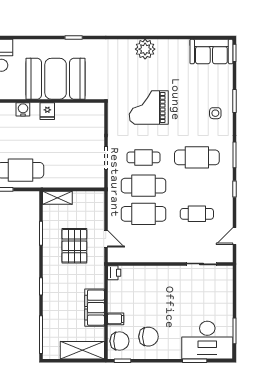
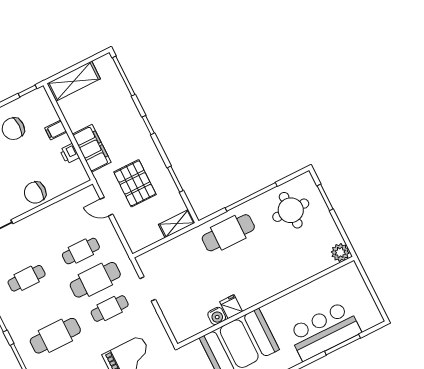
water cooler: (23, 109) -> (217, 316), moved
cafe table: (143, 214) -> (81, 251), width x0.73, depth x0.74
printer: (114, 273) -> (70, 154), moved
filing cabinet: (95, 308) -> (92, 148), moved
chair: (120, 341) -> (35, 193), moved

